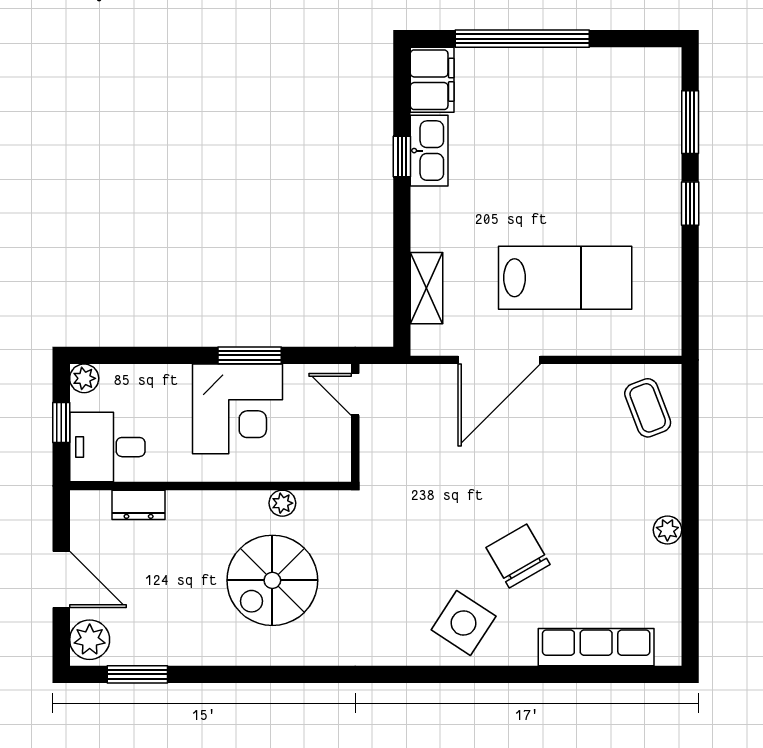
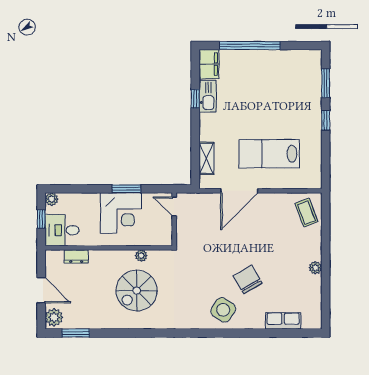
lab bench: (565, 278) -> (269, 154), turned 180
row of seats: (596, 647) -> (283, 321), width x0.68

